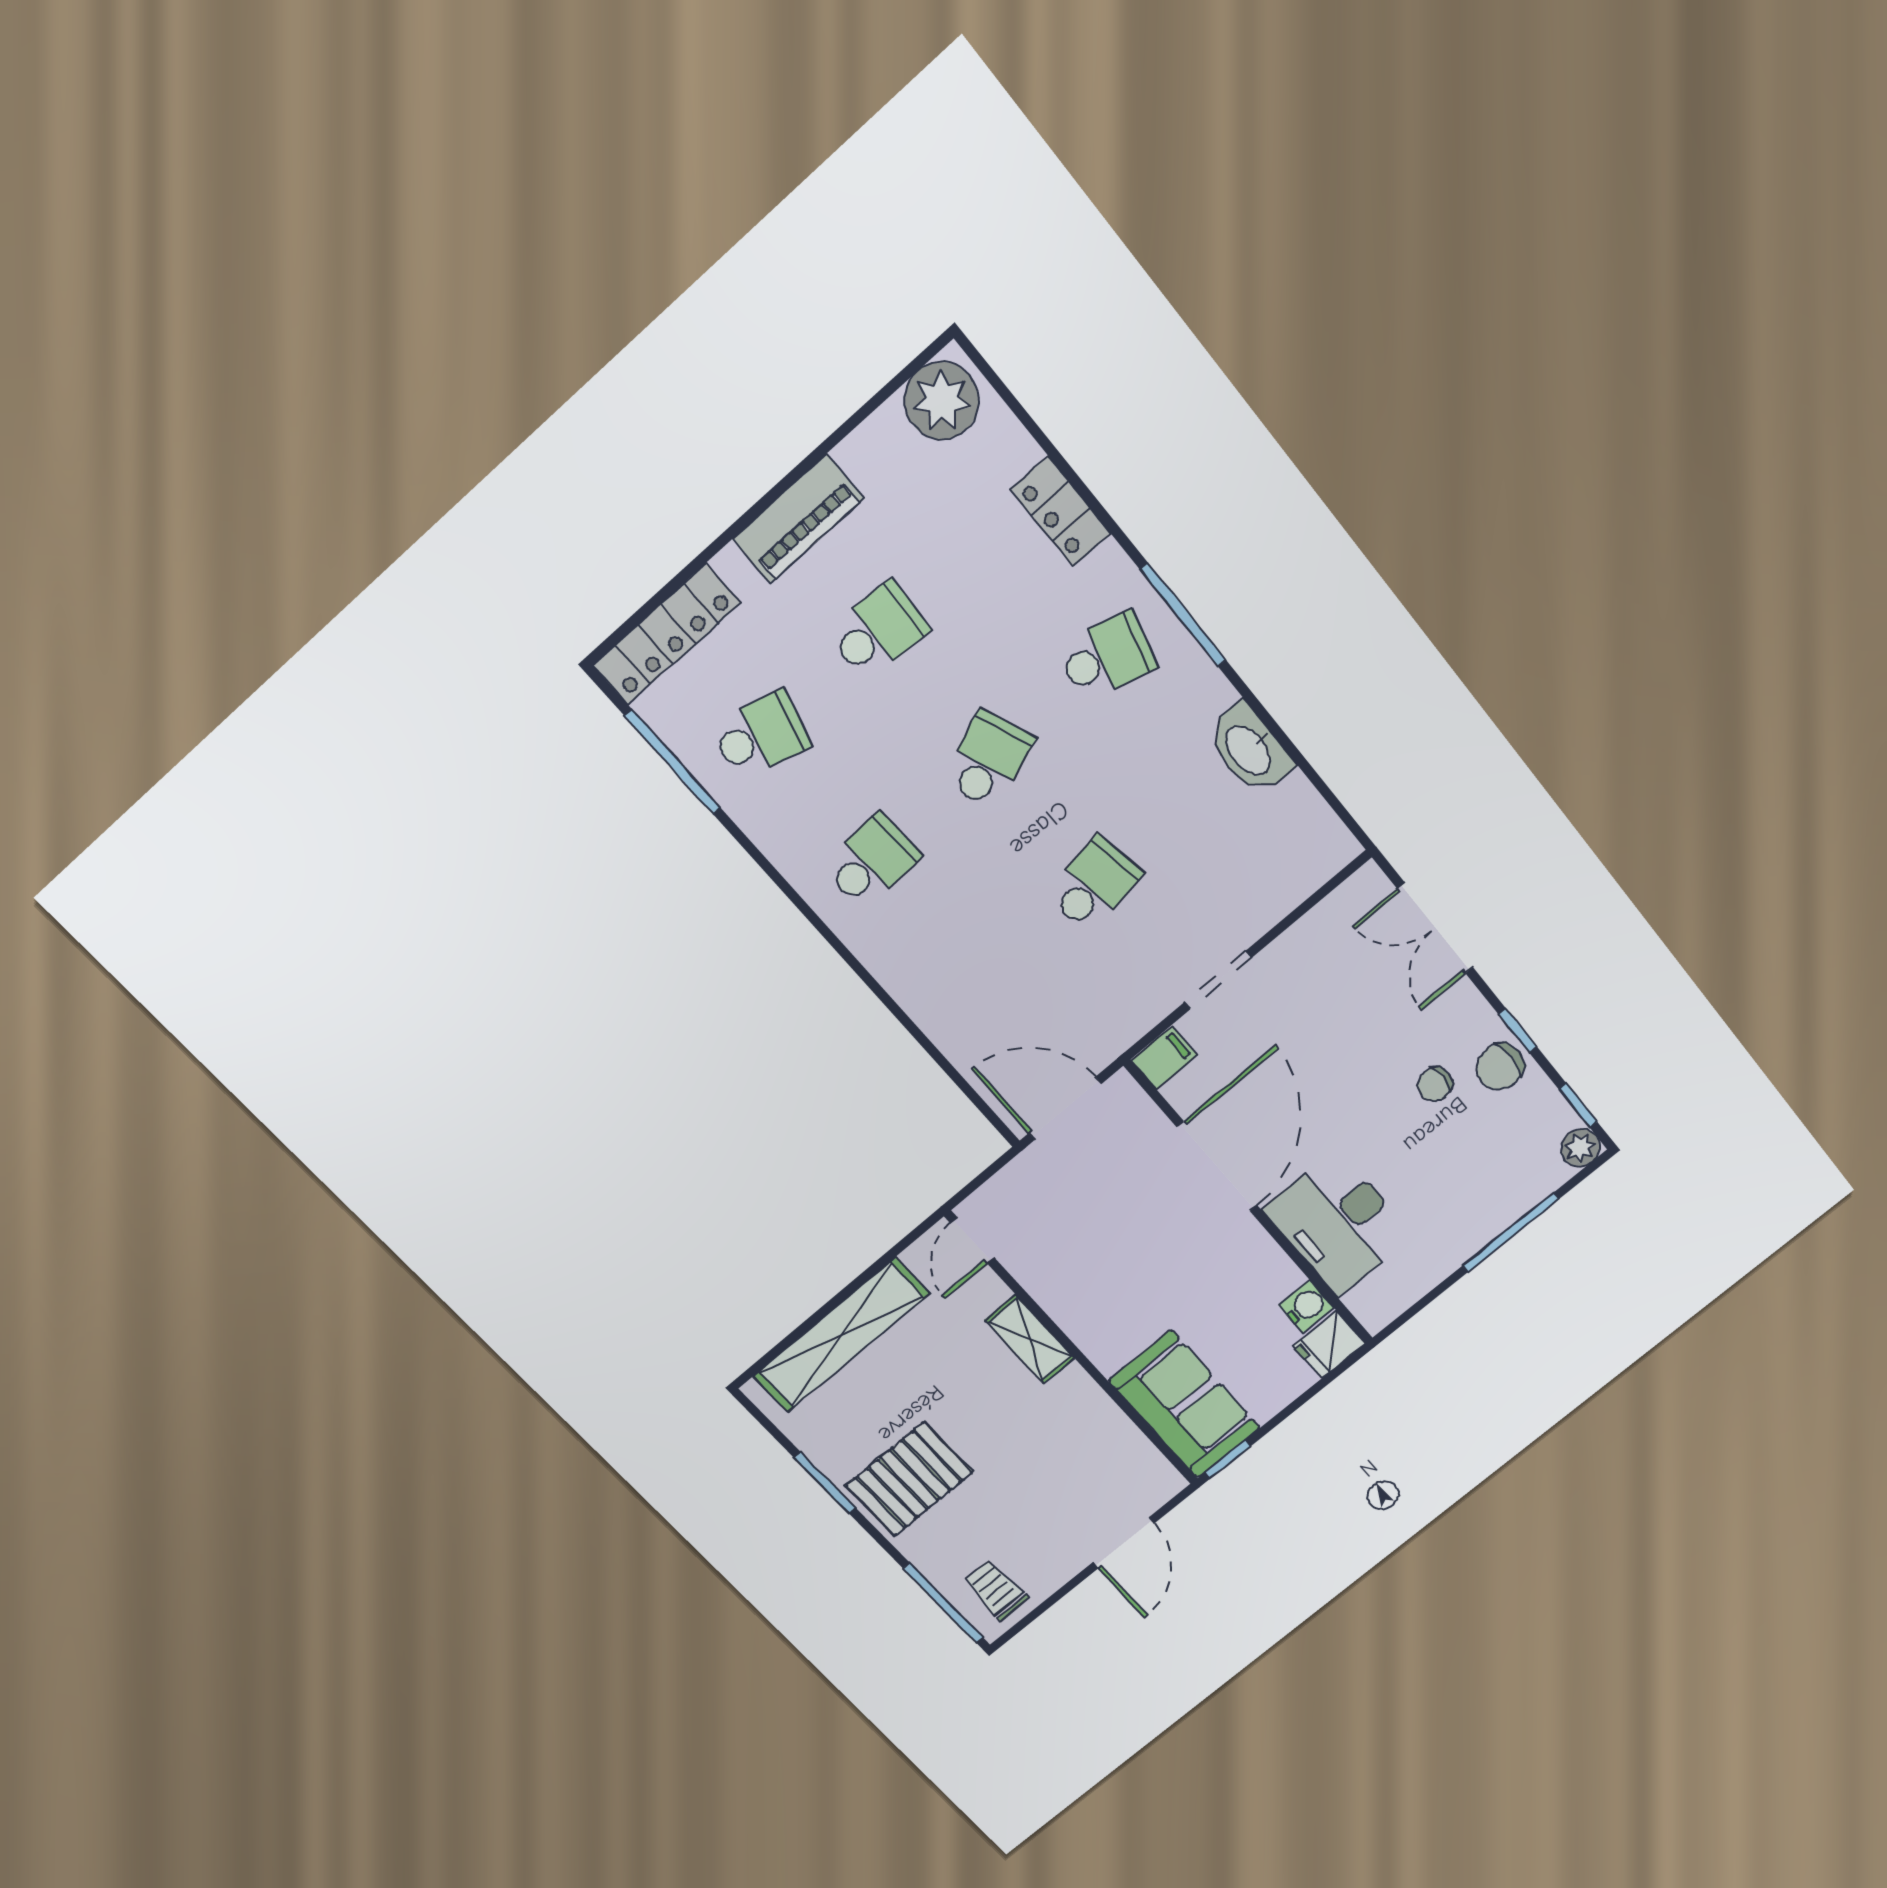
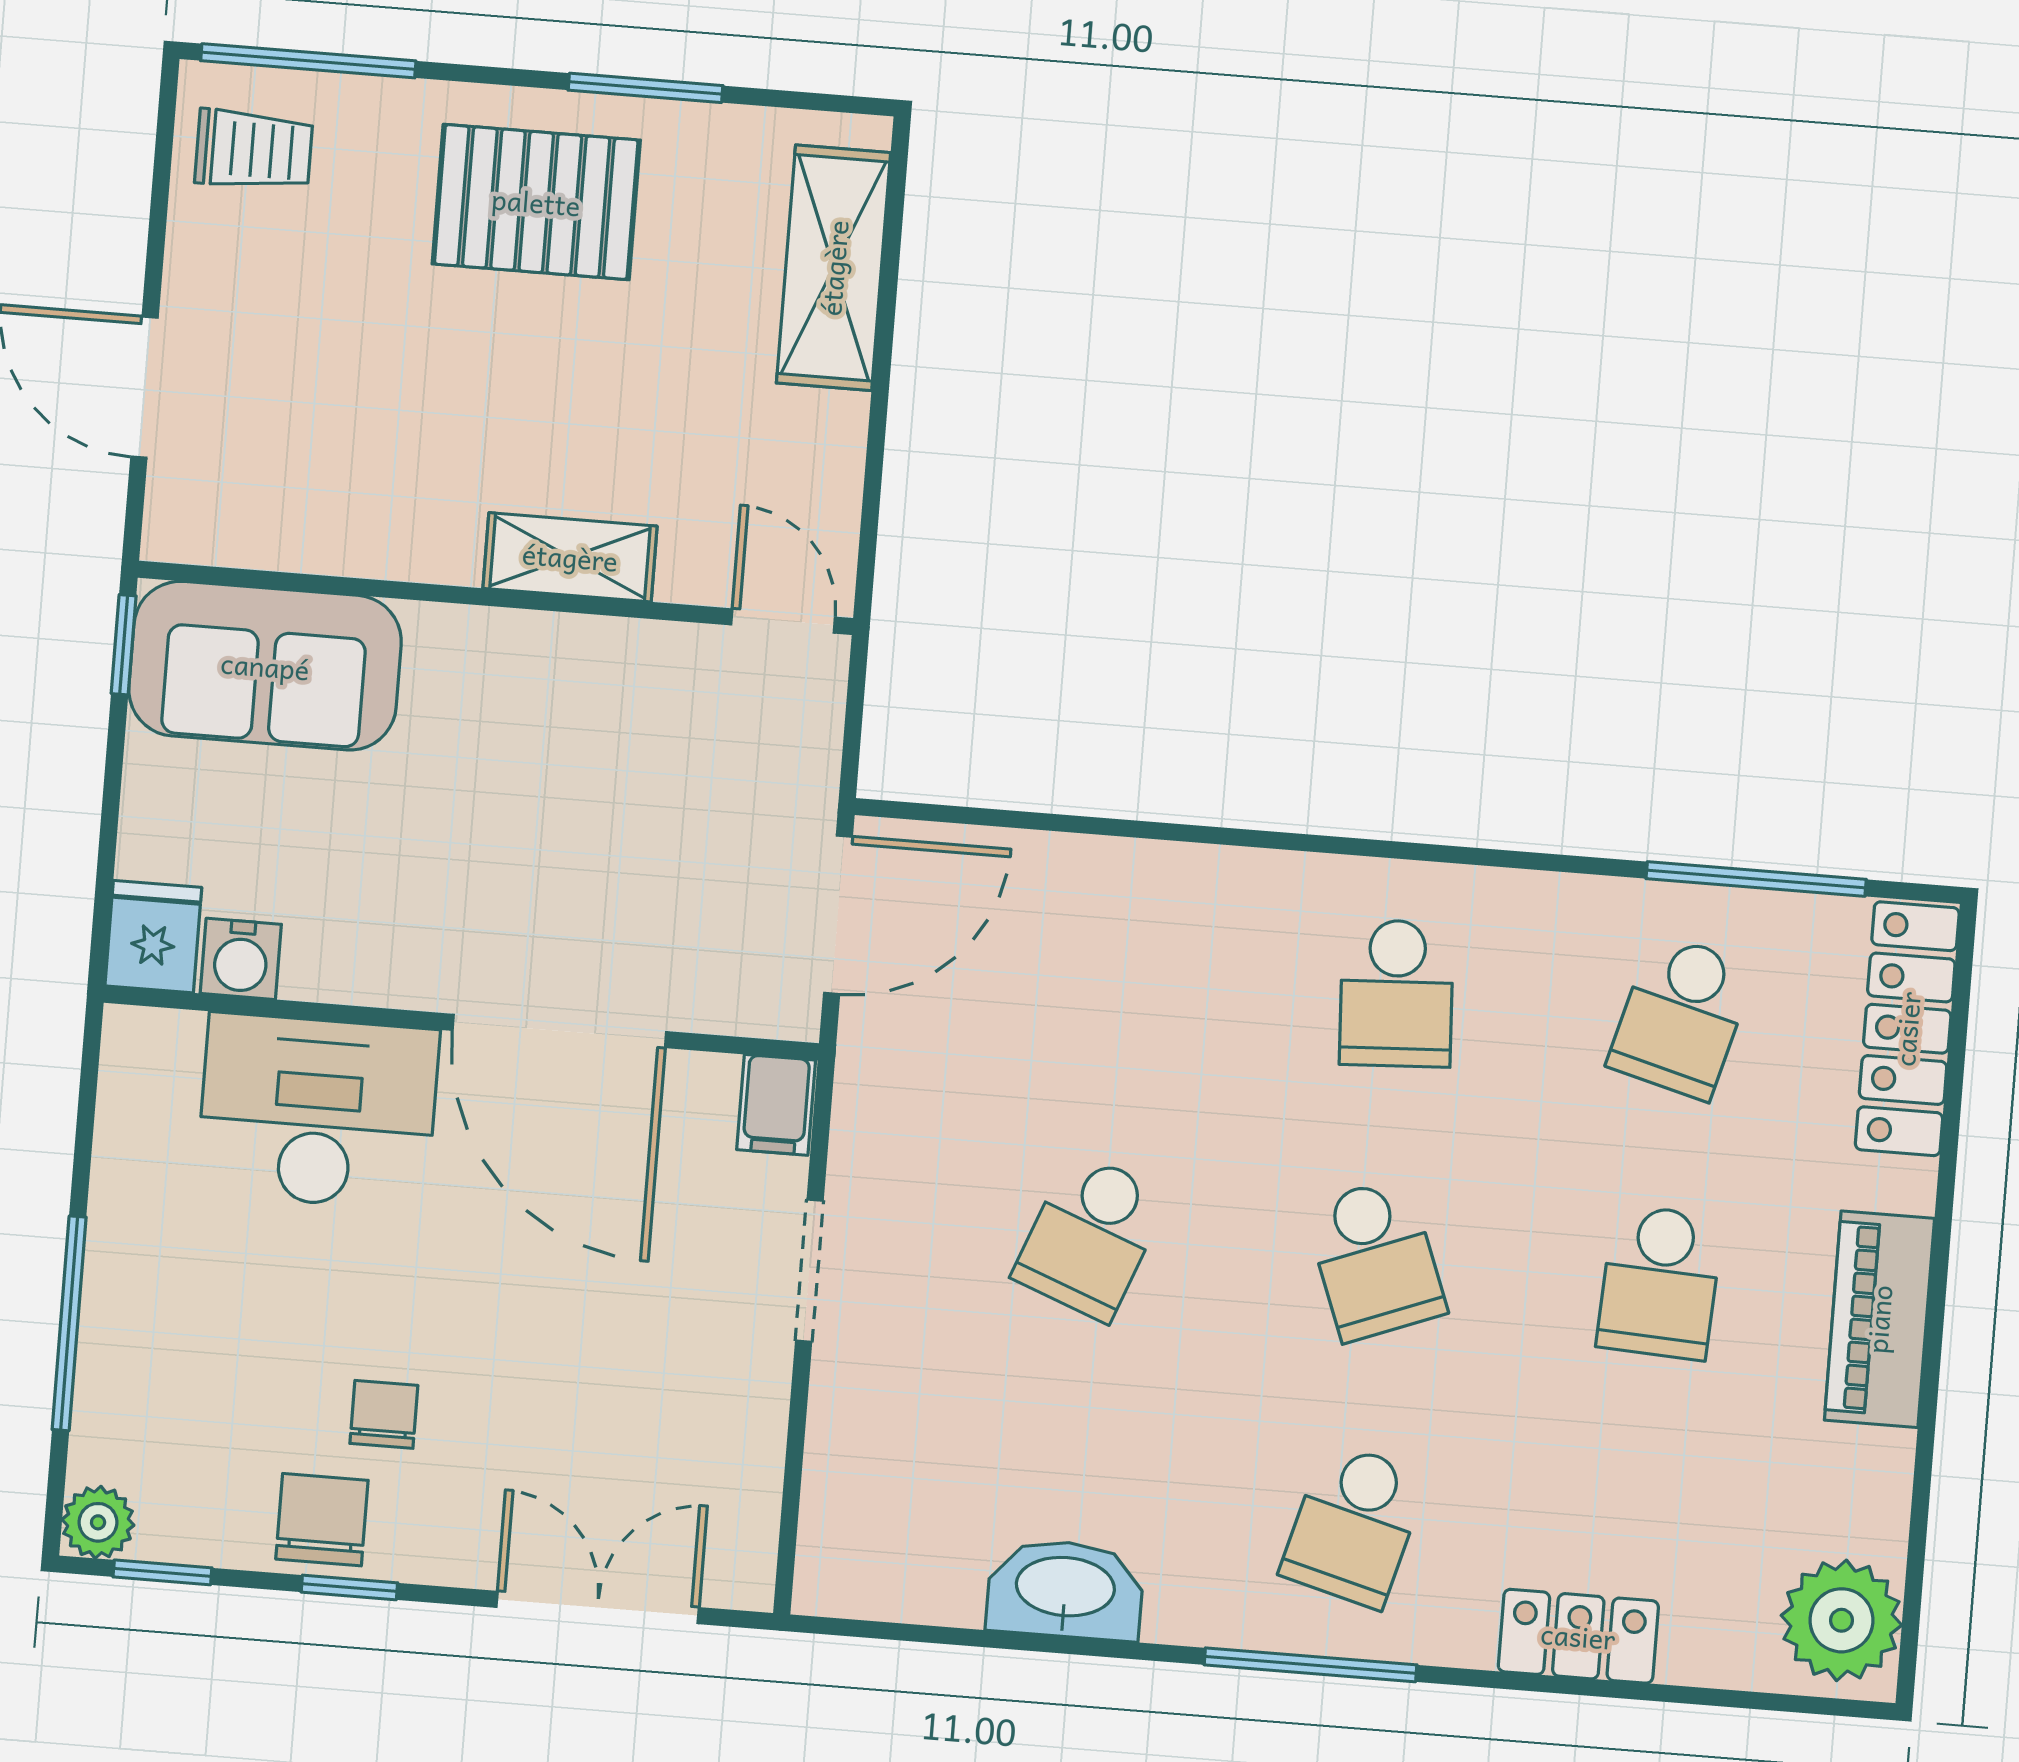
school desk: (1094, 884) -> (1090, 1236), turned 30
shelving: (841, 1335) -> (834, 268), width x0.68
pallet: (909, 1479) -> (536, 202), turned 90

